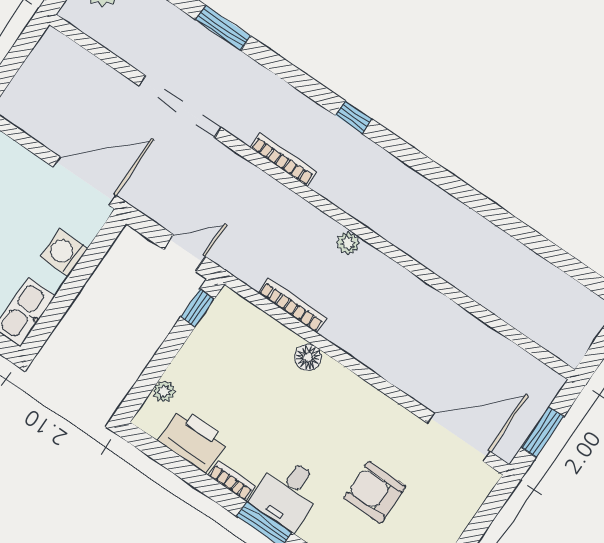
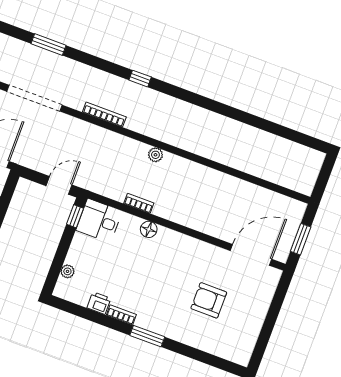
bookcase: (292, 305) -> (139, 203), width x0.64
printer: (194, 440) -> (99, 303), width x0.53, depth x0.68
desk: (287, 493) -> (99, 221), moved, turned 90

